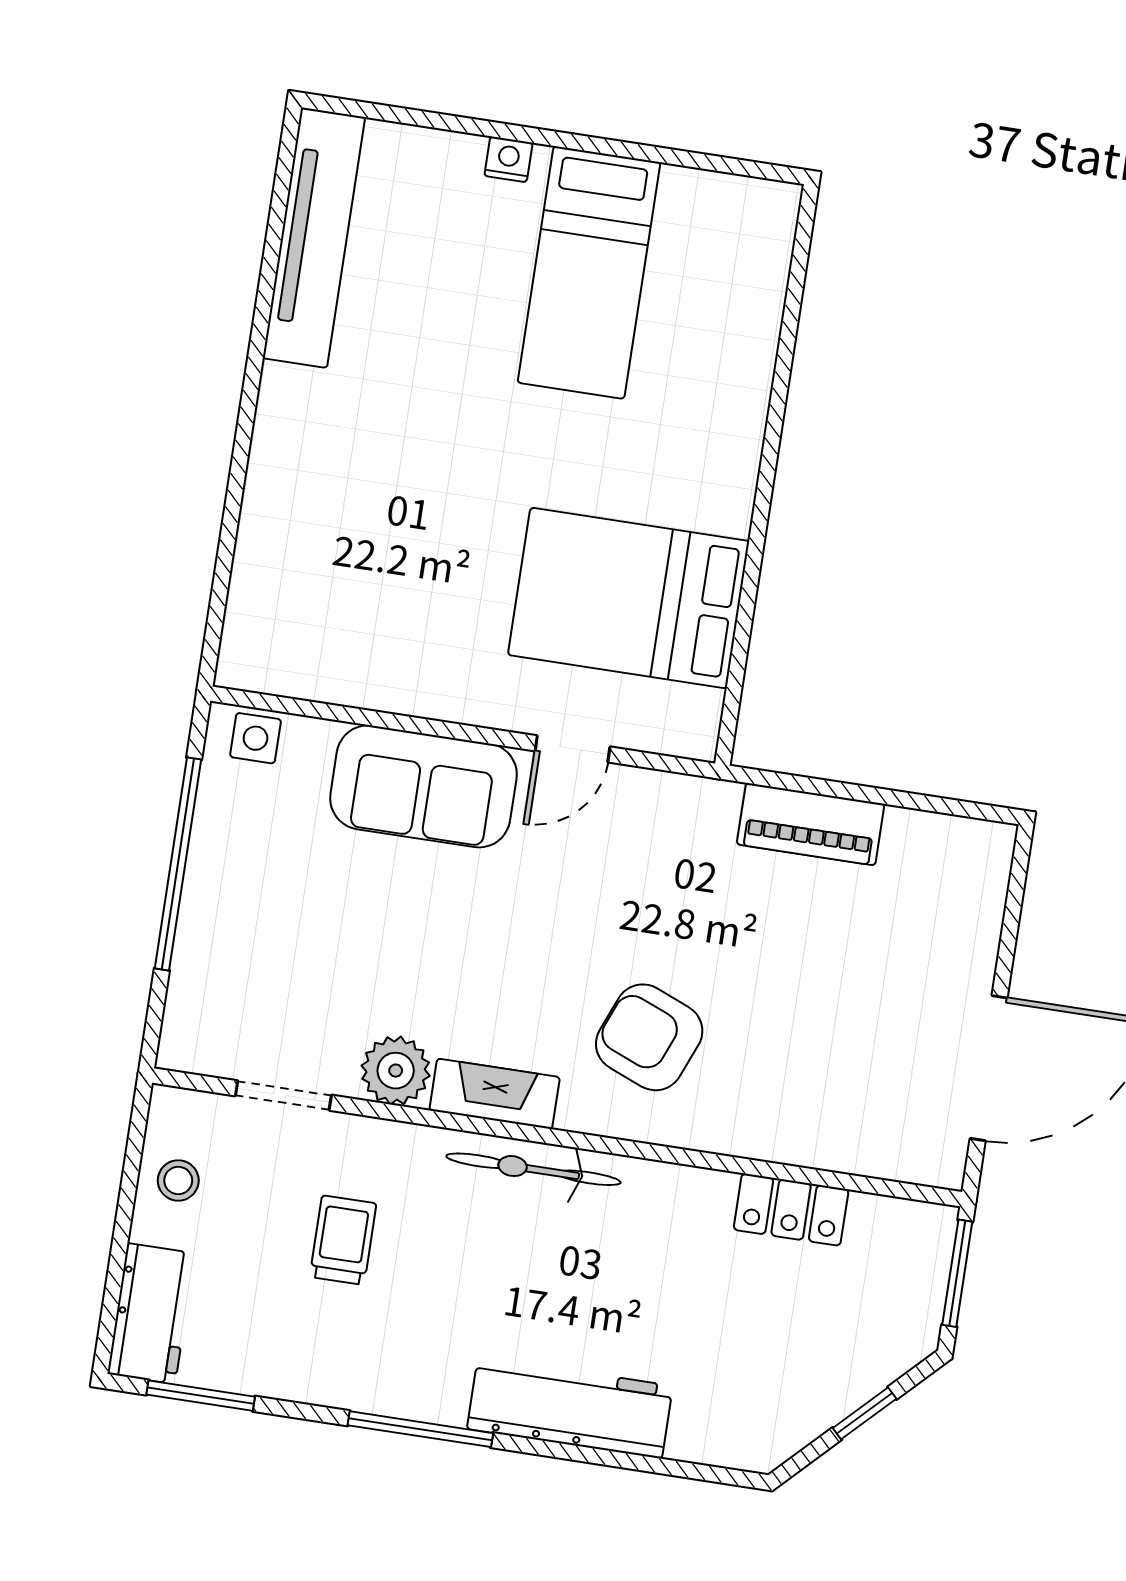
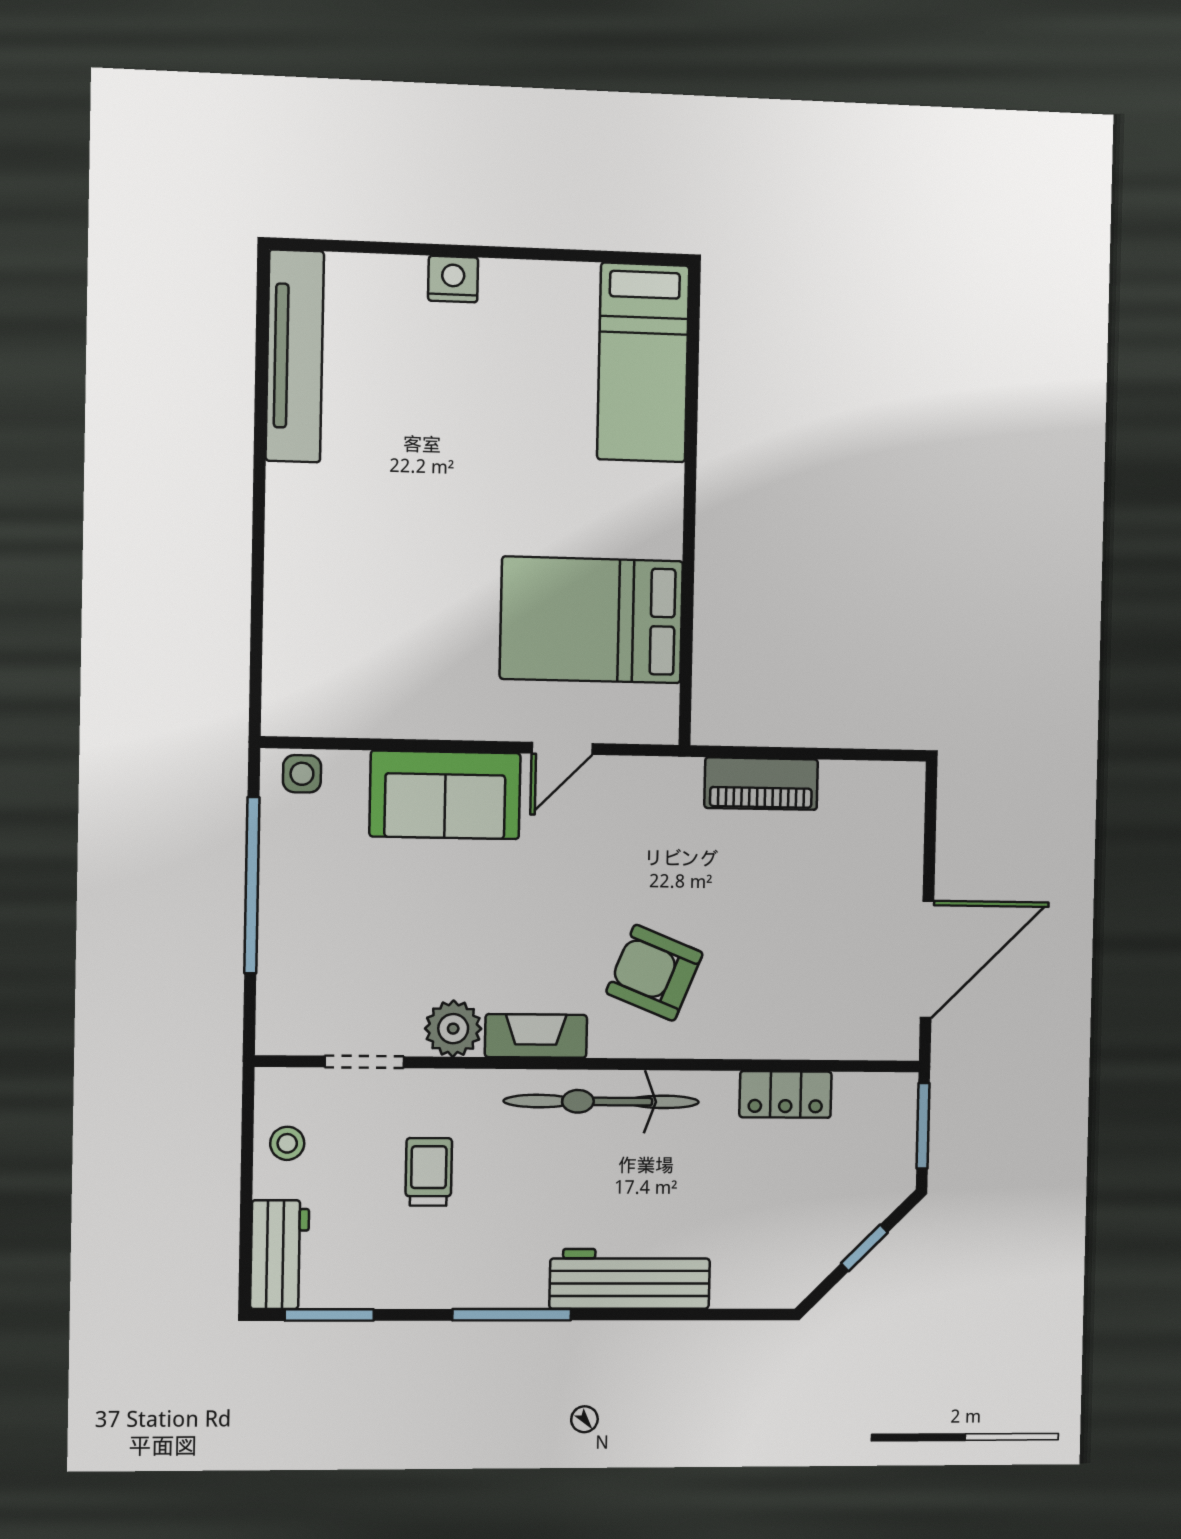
nightstand: (508, 159) -> (453, 279), width x1.39, depth x1.35
bed: (589, 272) -> (643, 363), moved
bicycle: (533, 1169) -> (601, 1101), width x1.37, depth x1.40

